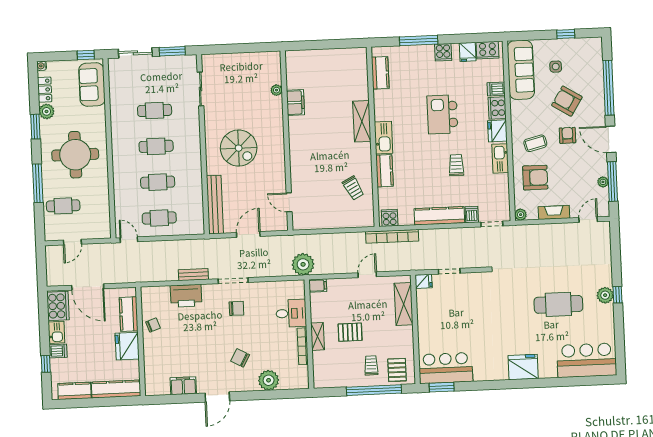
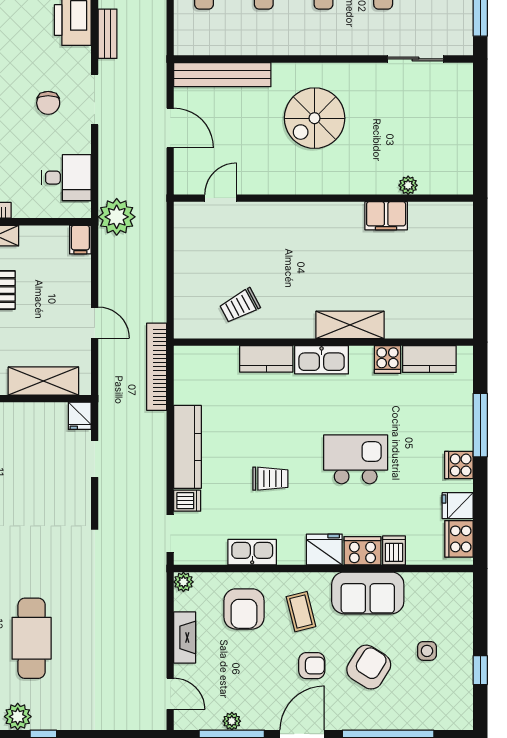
sofa: (521, 70) -> (368, 593), moved, width x0.73
kitchen sink: (500, 158) -> (252, 552), moved
cooker: (390, 218) -> (387, 359), moved, turned 90
plant: (605, 295) -> (18, 717), moved
desk: (291, 313) -> (66, 178), moved, turned -90

